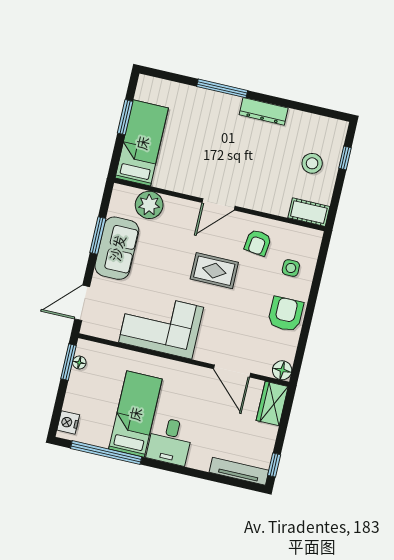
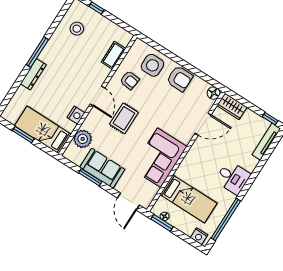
window: (222, 88) -> (37, 52), moved
dresser: (264, 111) -> (33, 74), moved
stool: (312, 163) -> (77, 29), moved
nightstand: (180, 183) -> (76, 115), added
cot: (309, 212) -> (113, 55), moved
side table: (291, 268) -> (152, 65), width x1.87, depth x1.87
rug: (214, 271) -> (124, 118), moved
armchair: (286, 314) -> (180, 79), turned 180
bed: (135, 414) -> (188, 199), moved, turned 180

